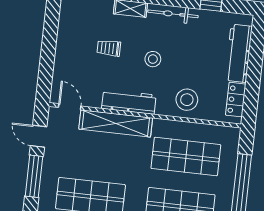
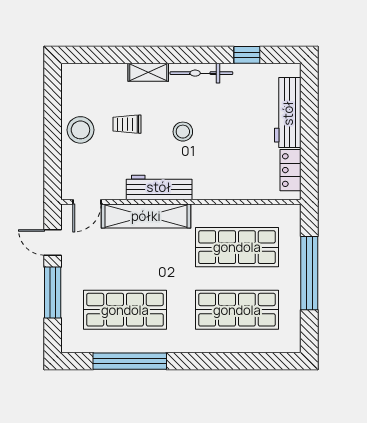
stool: (187, 100) -> (80, 130), moved
door: (70, 107) -> (87, 202), swing flipped

